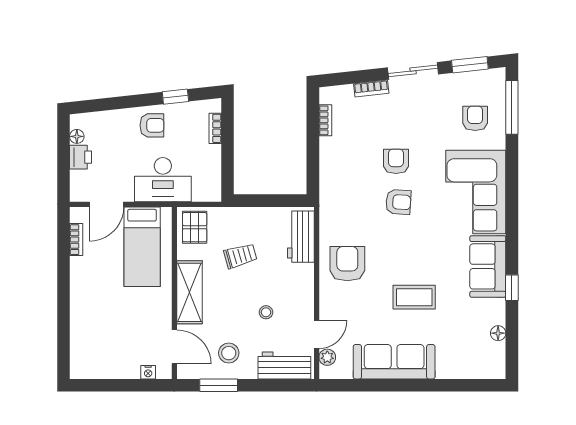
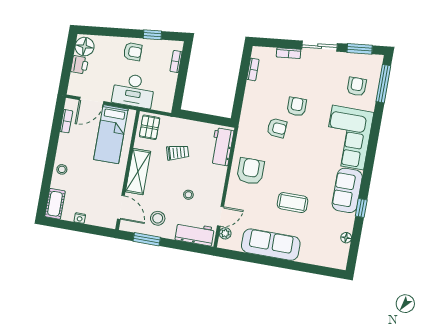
floor lamp: (77, 136) -> (85, 47), width x1.89, depth x1.89
armchair: (398, 202) -> (277, 128), moved
stool: (82, 308) -> (62, 169), added
cot: (81, 358) -> (55, 204), added
nightstand: (148, 372) -> (80, 218), moved

